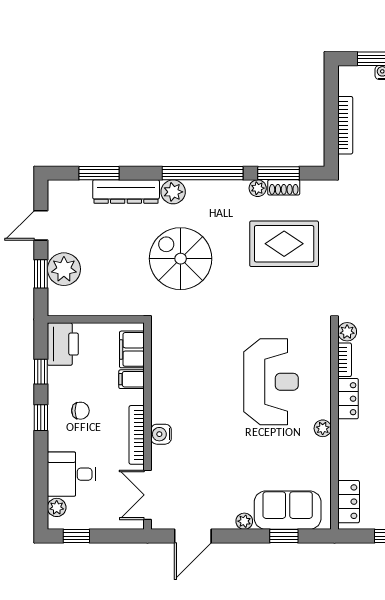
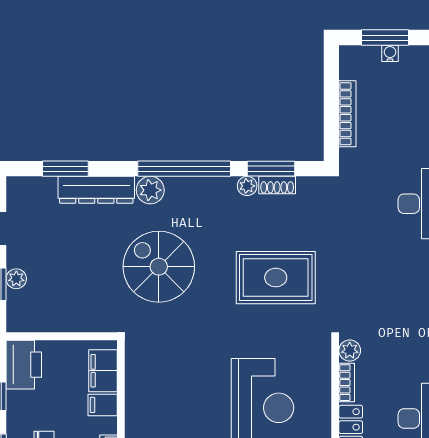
rug: (284, 244) -> (276, 278), moved
plant: (64, 269) -> (16, 279), width x0.53, depth x0.53

